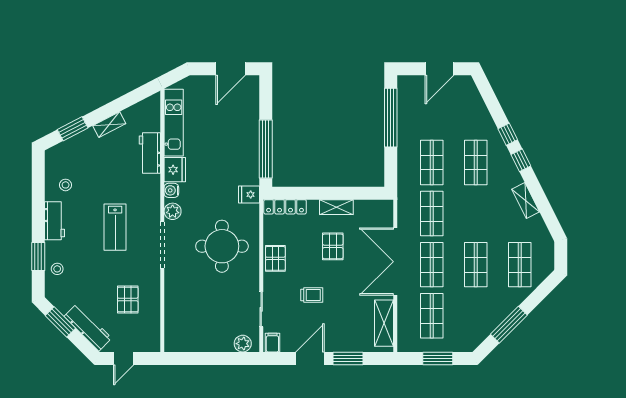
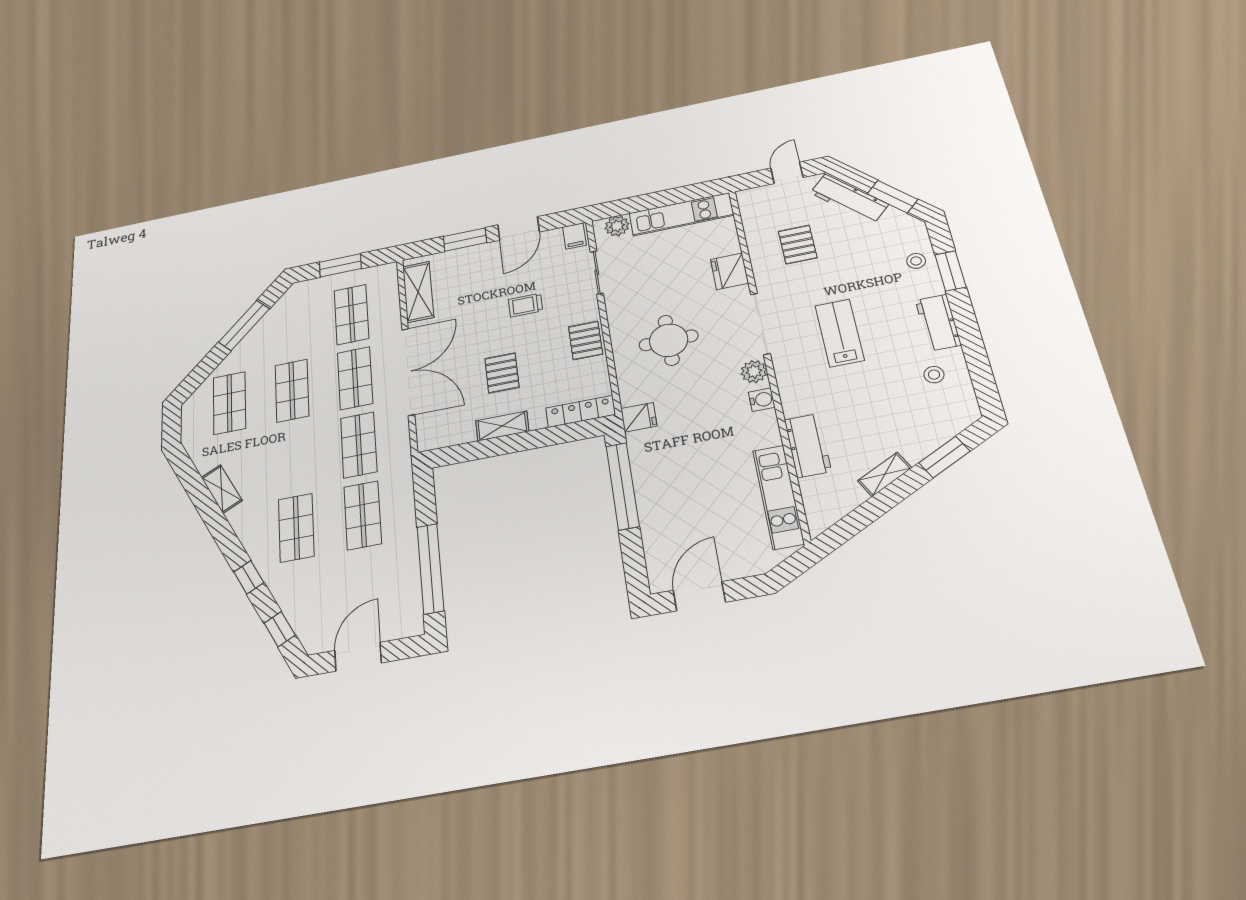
window: (521, 160) -> (280, 629), moved
fridge: (175, 170) -> (729, 271), moved
round table: (222, 246) -> (669, 340), width x0.73, depth x0.73
kitchen unit: (199, 342) -> (681, 214), added

